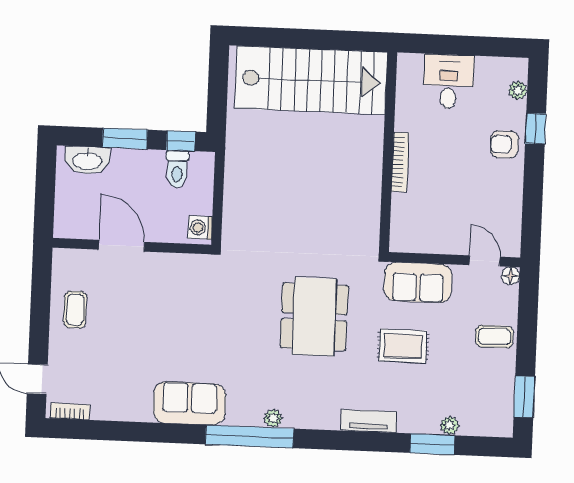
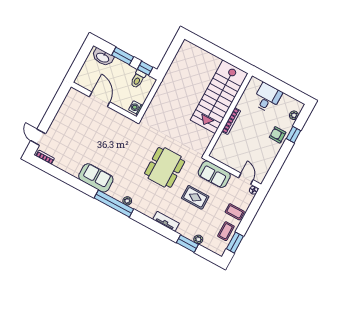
stairs: (311, 80) -> (219, 97), moved, turned 90
coffee table: (75, 310) -> (226, 231), moved

